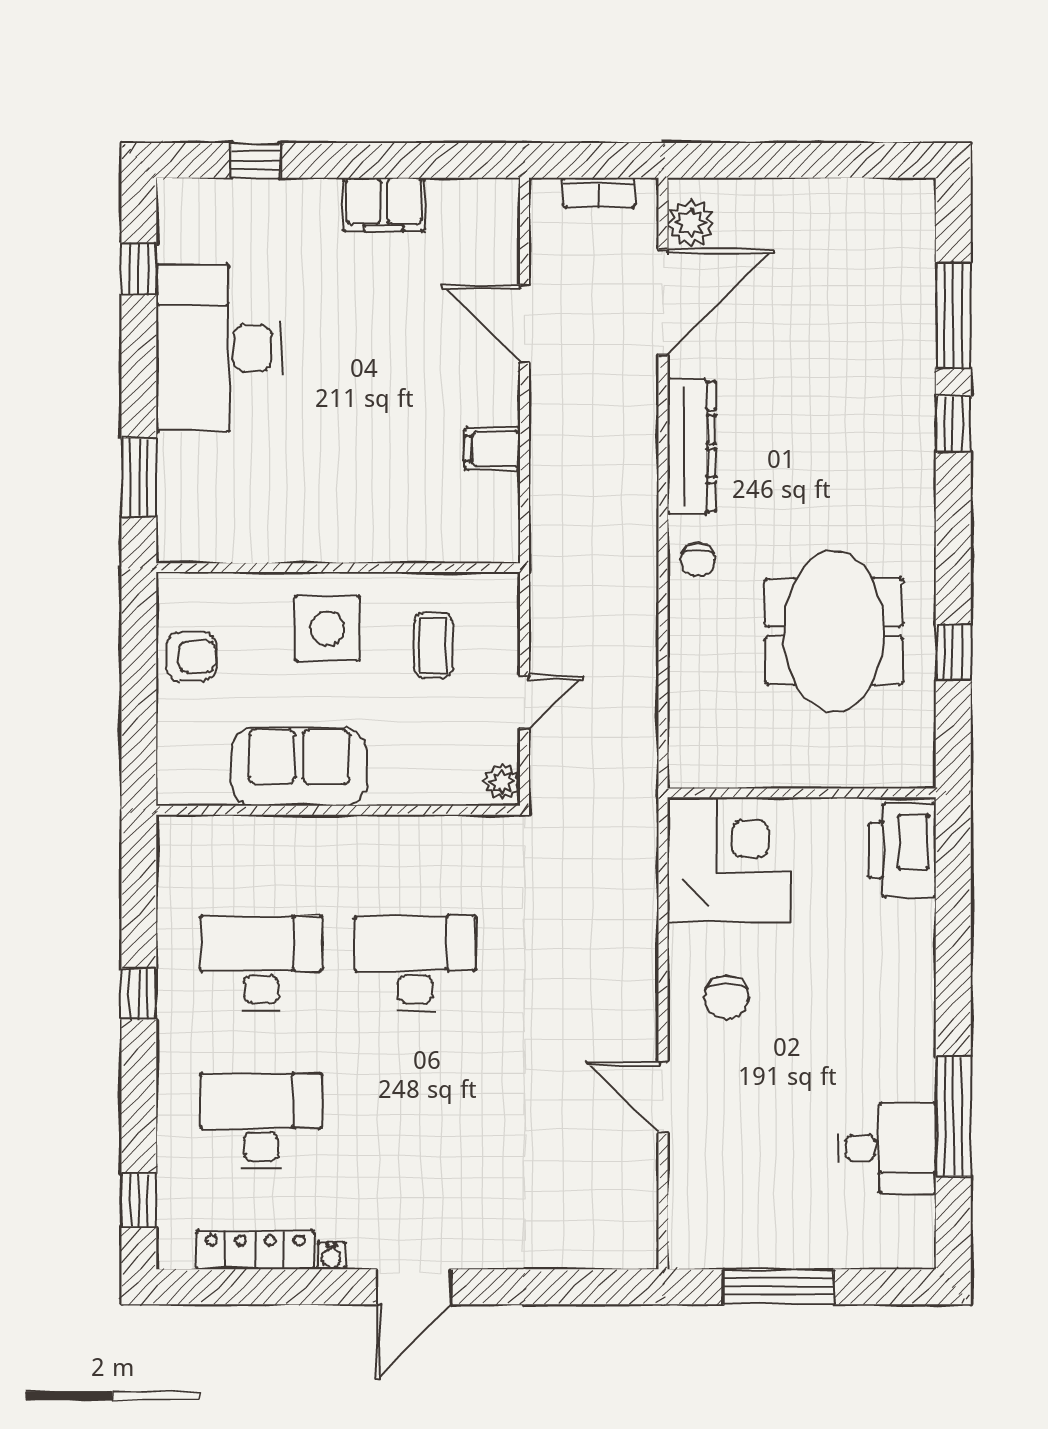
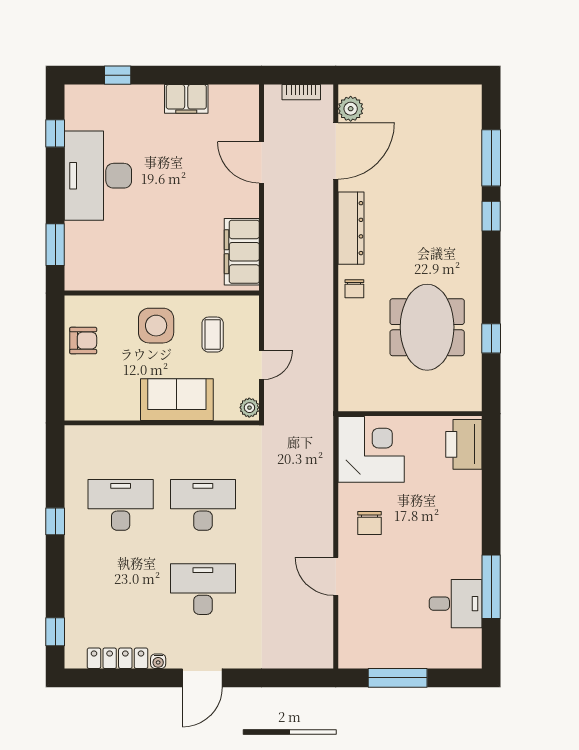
filing cabinet: (492, 449) -> (242, 252), width x3.00, depth x1.17
sofa: (299, 767) -> (177, 400), moved
desk: (261, 1121) -> (203, 589), moved

